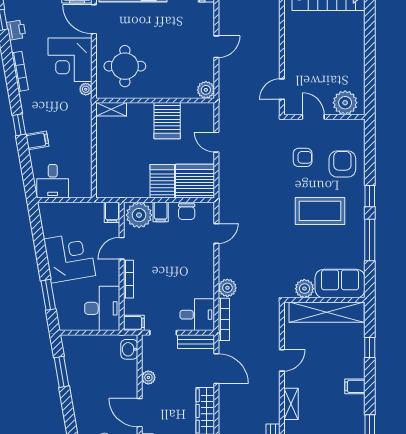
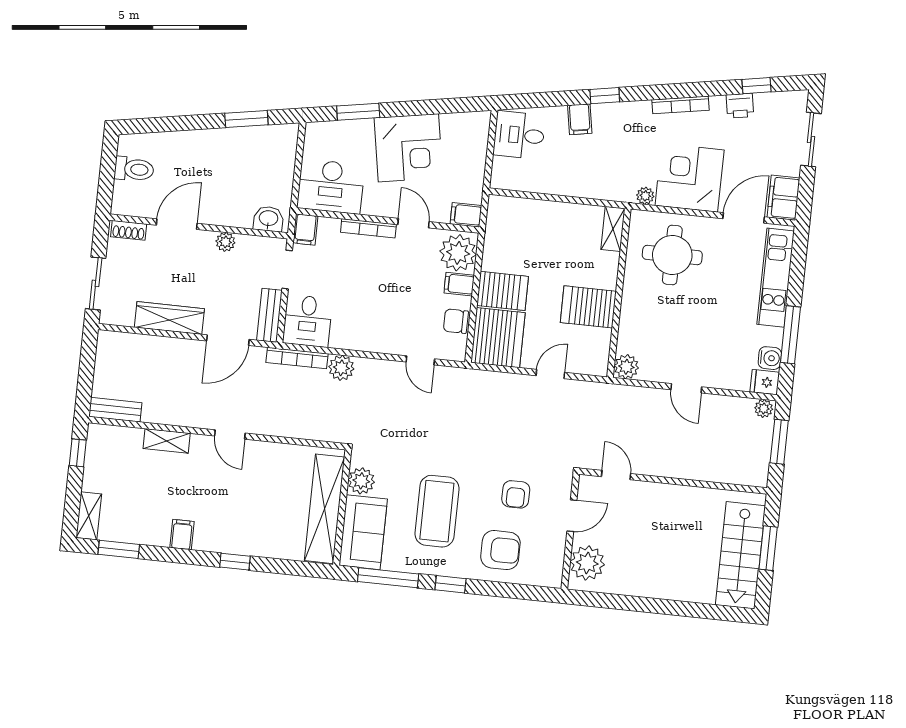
sofa: (340, 284) -> (363, 532), moved
plant: (304, 289) -> (361, 481), moved
wall: (324, 300) -> (342, 507), moved
shelving: (327, 312) -> (324, 509), moved

